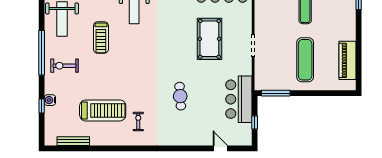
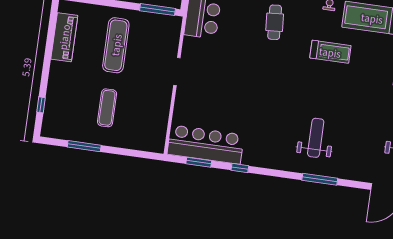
treadmill: (101, 38) -> (330, 52), moved, turned 90
pool table: (209, 39) -> (229, 87), removed

